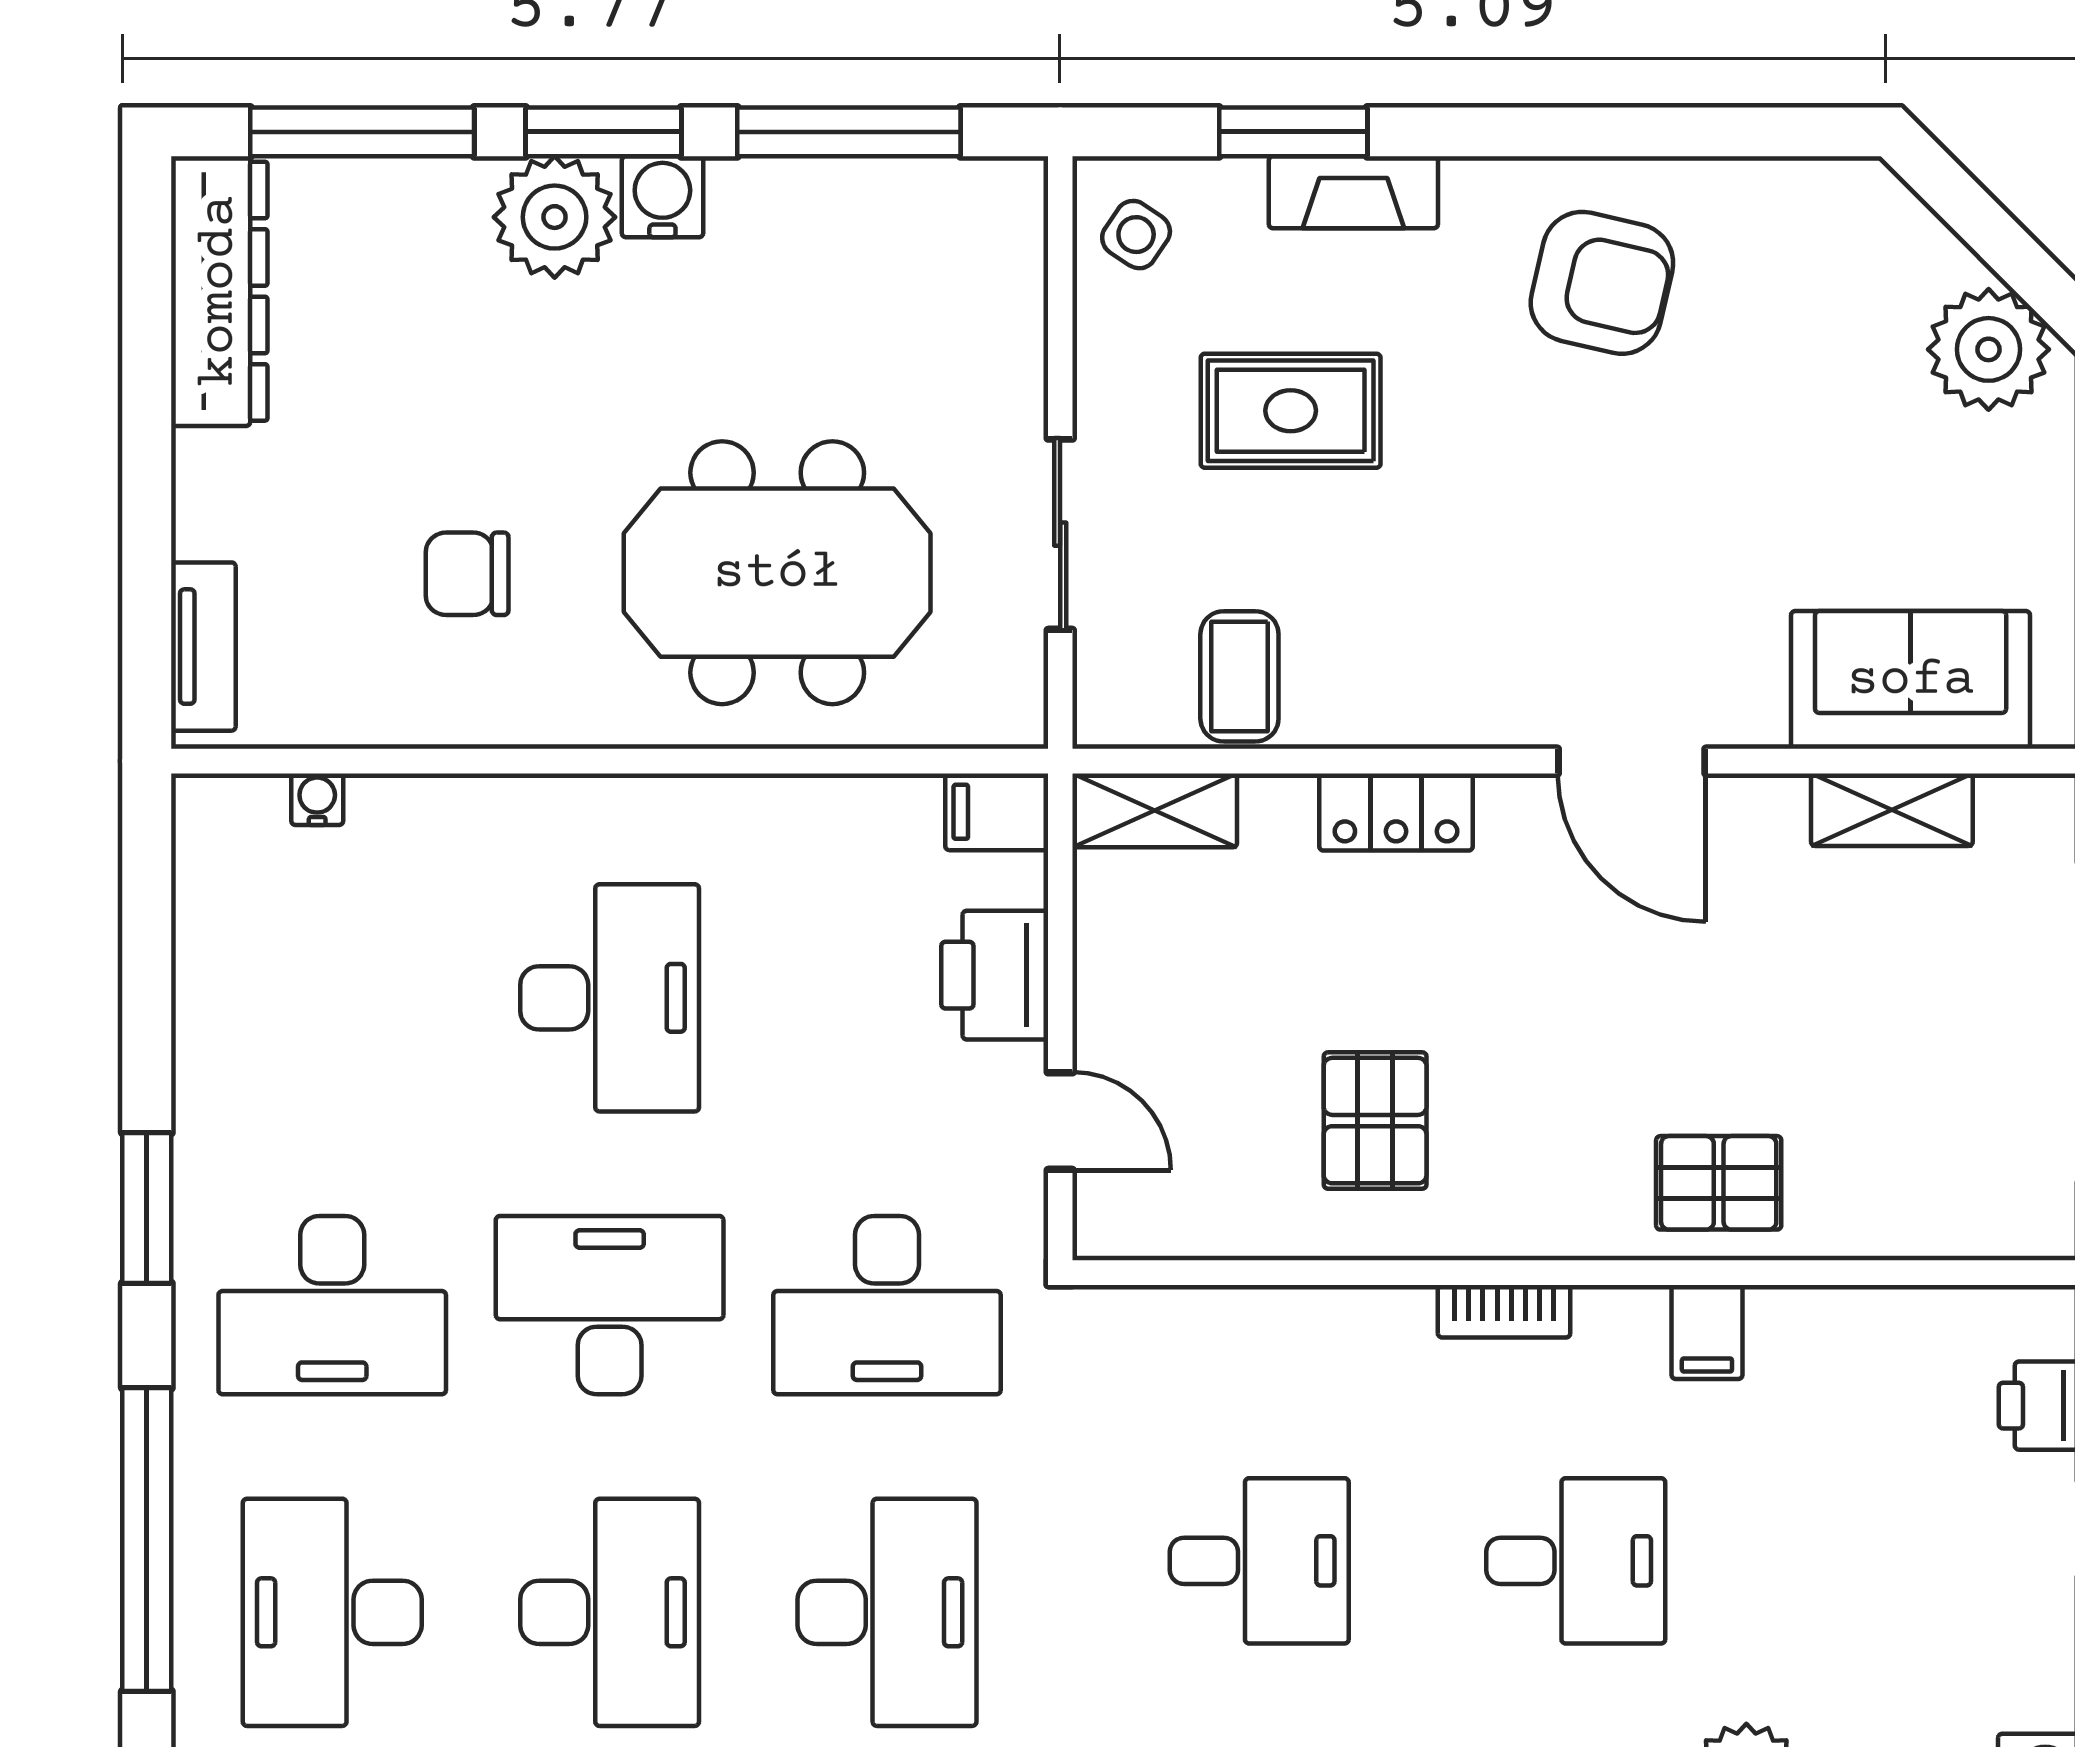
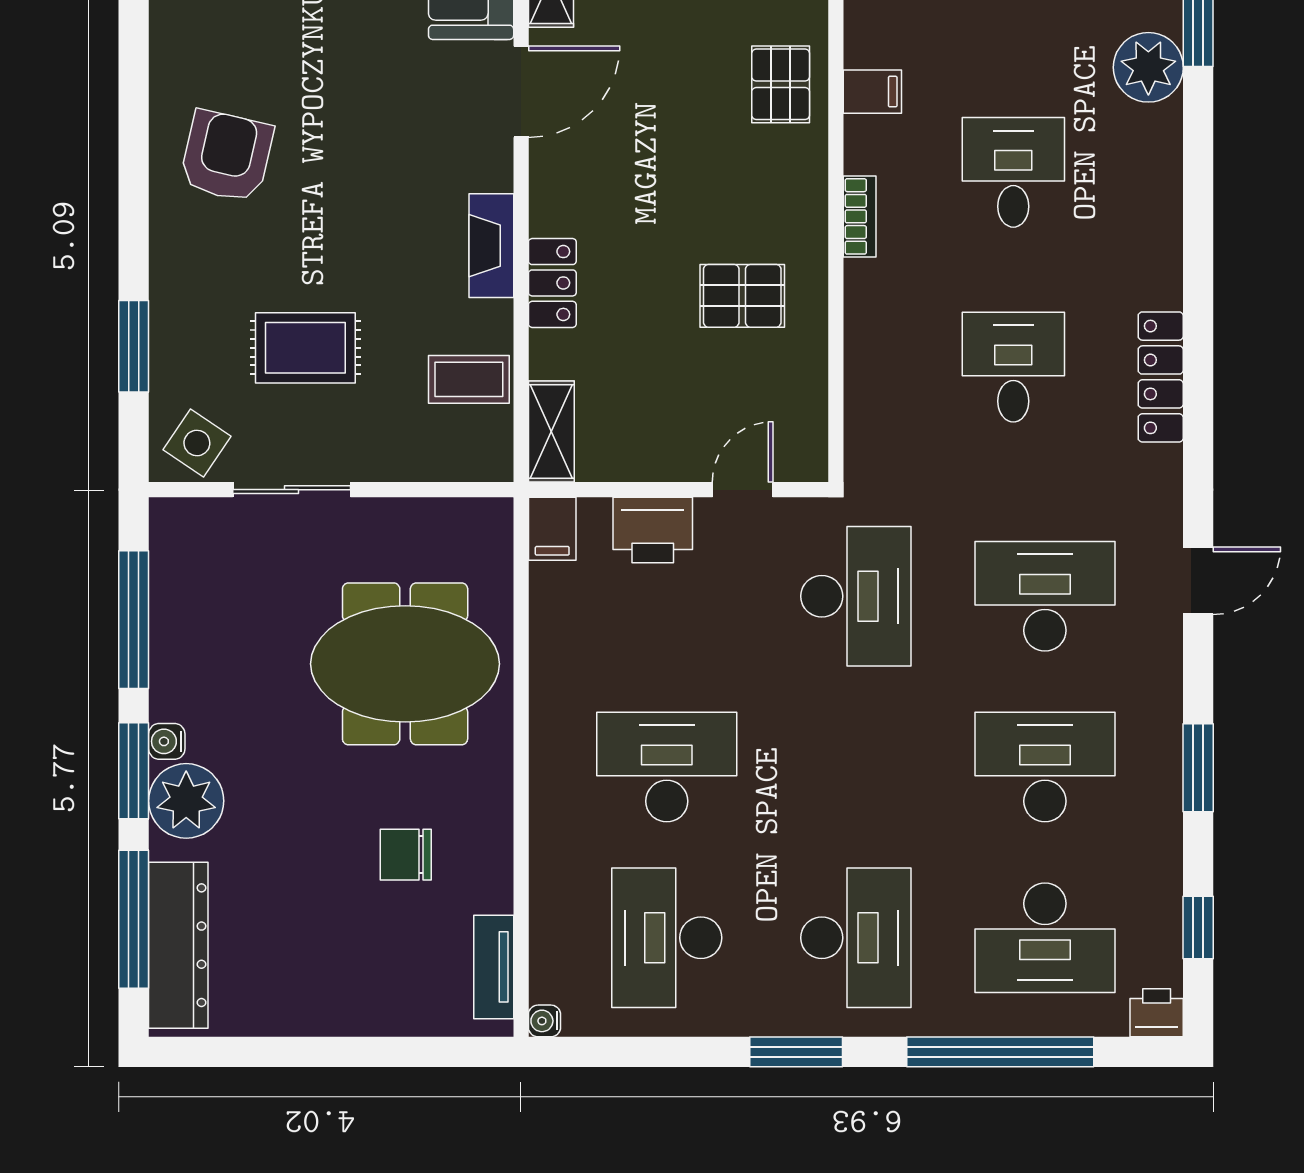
fireplace: (1353, 192) -> (491, 246), moved, turned 180
water cooler: (662, 197) -> (167, 741), width x0.72, depth x0.72
side table: (1136, 235) -> (197, 443), width x1.37, depth x1.37
dresser: (219, 291) -> (178, 945), moved, turned 90
rug: (1291, 411) -> (305, 348), turned 90
sliding door: (1060, 534) -> (292, 490), moved
meeting table: (777, 573) -> (405, 664), turned 90
chair: (467, 574) -> (406, 855), turned 90
tv unit: (203, 647) -> (494, 967), moved, turned -90
door: (1632, 761) -> (521, 92), moved
water cooler: (317, 799) -> (544, 1021), moved
desk: (610, 1305) -> (667, 938), moved

